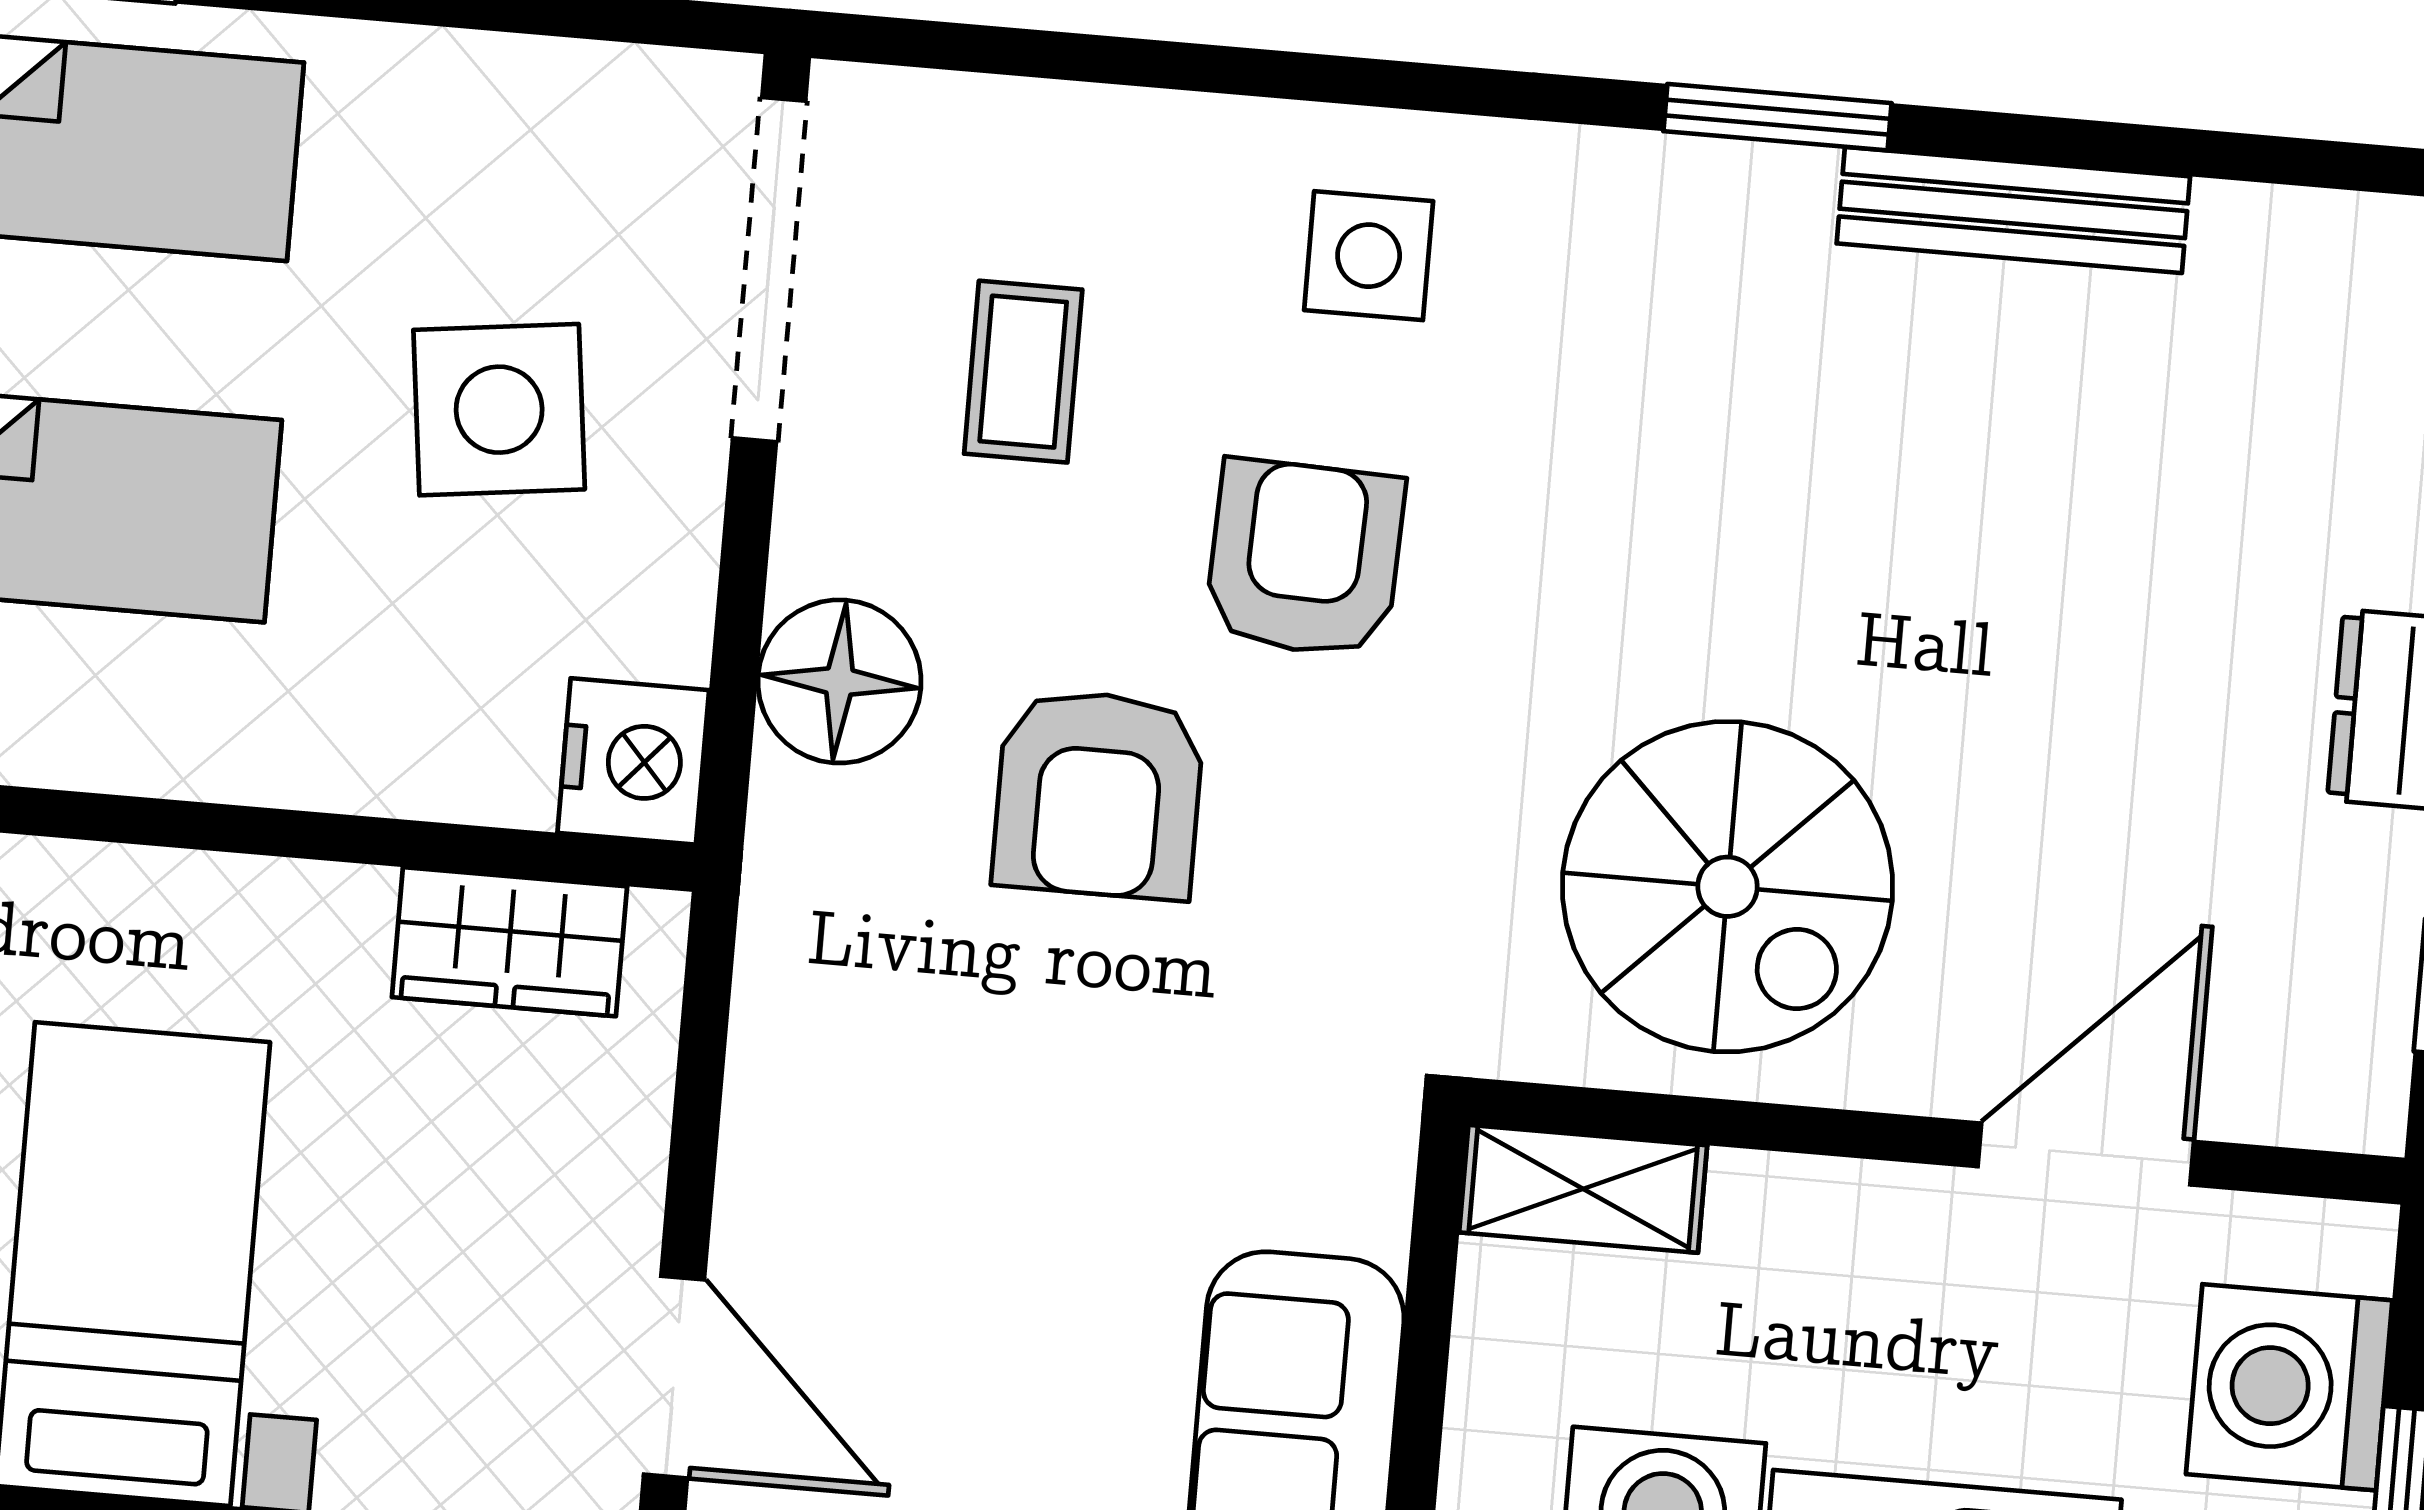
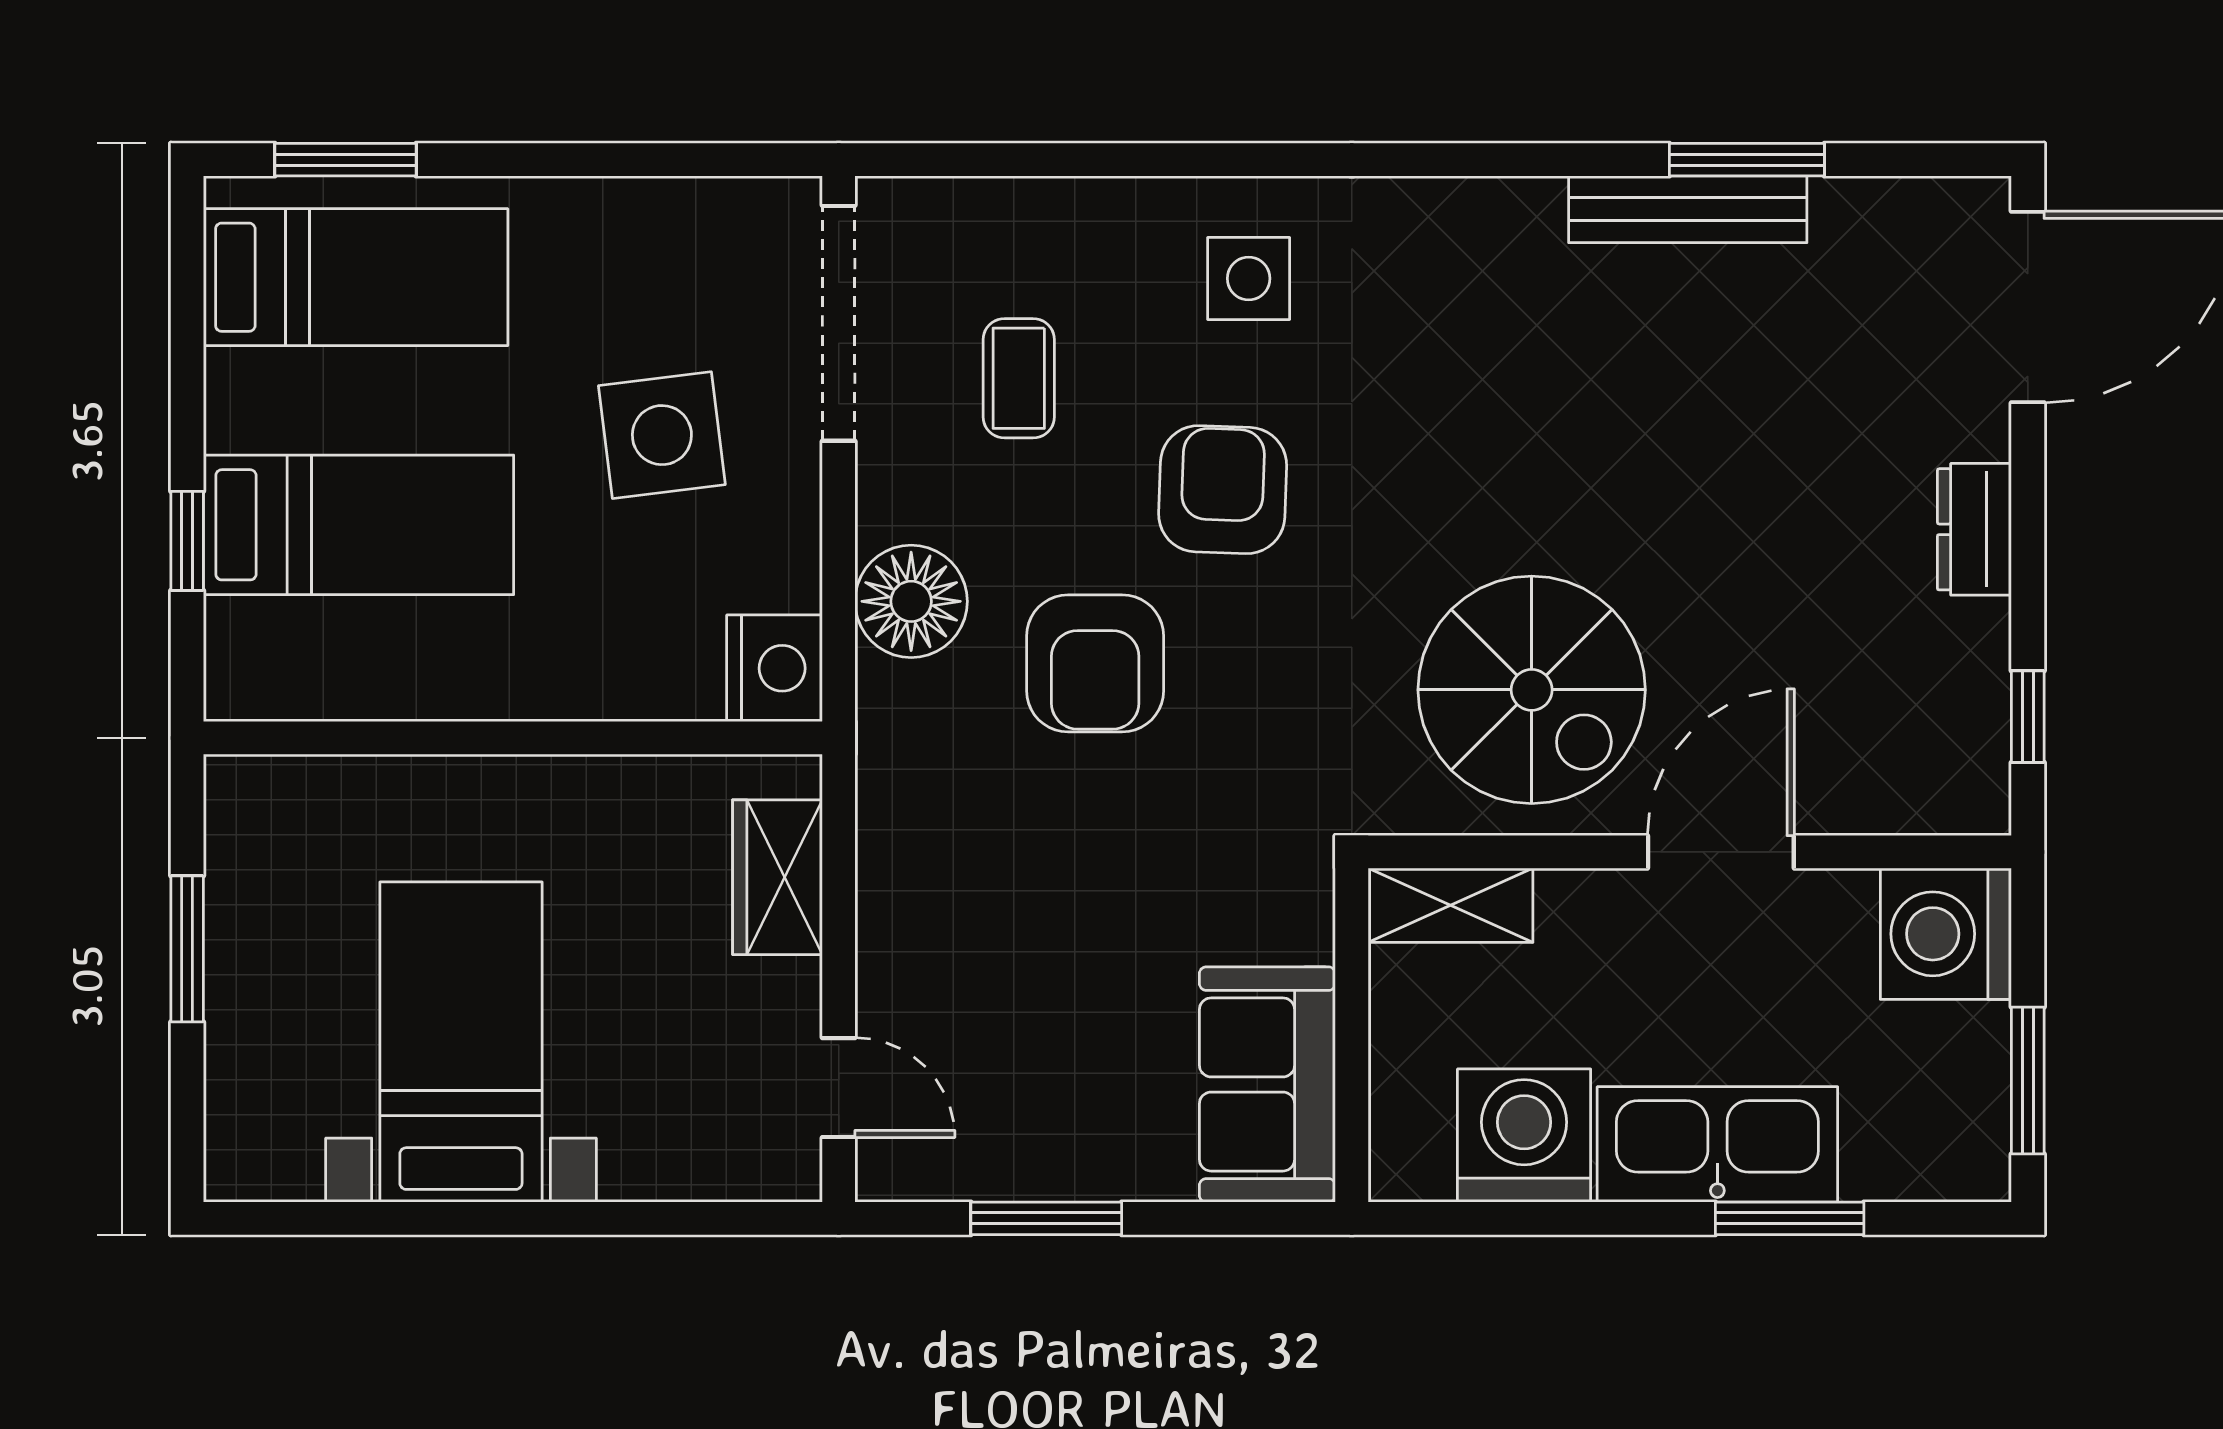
window: (1777, 117) -> (1747, 160), moved
wardrobe: (509, 942) -> (777, 877), moved, turned 90
door: (2086, 1154) -> (1721, 852), moved
door: (674, 1377) -> (839, 1088), width x0.73
washing machine: (2289, 1387) -> (1946, 934), moved

